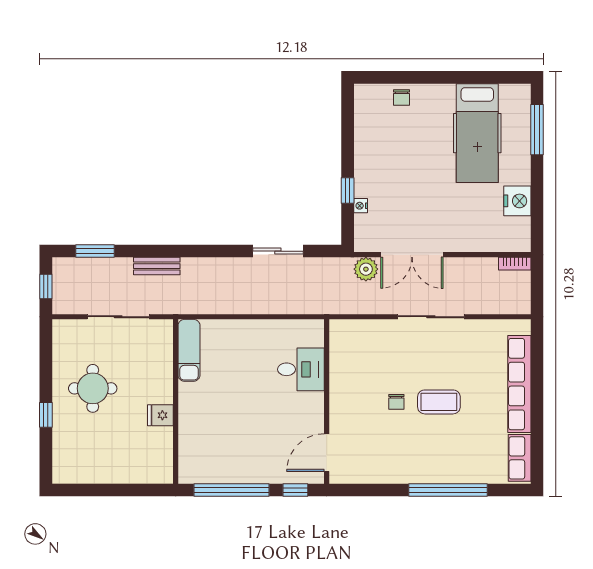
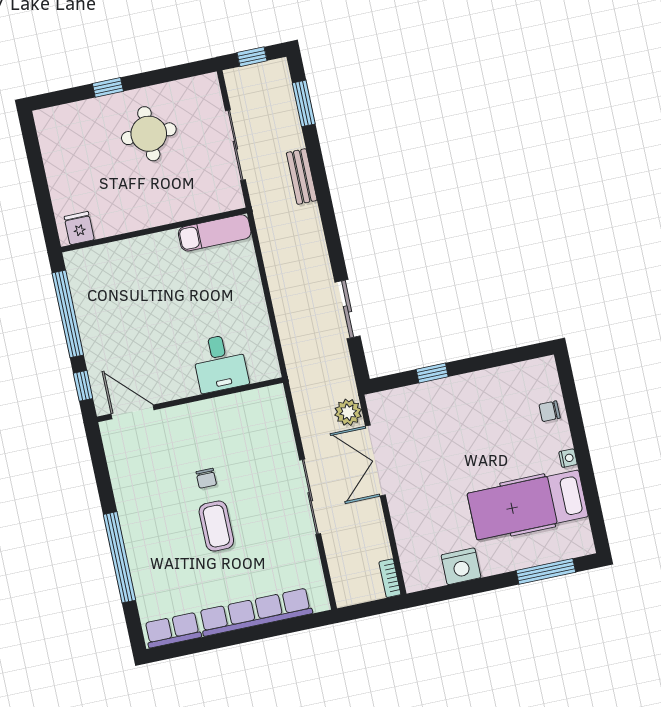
nightstand: (361, 206) -> (568, 458), moved, turned 90
chair: (396, 402) -> (206, 478), turned -90
fridge: (160, 415) -> (79, 228), moved

